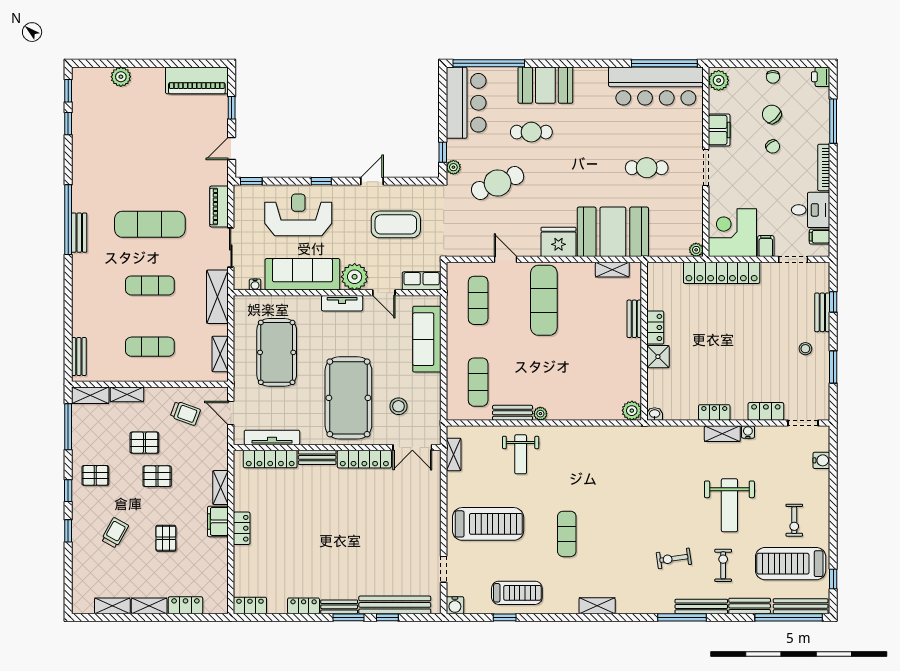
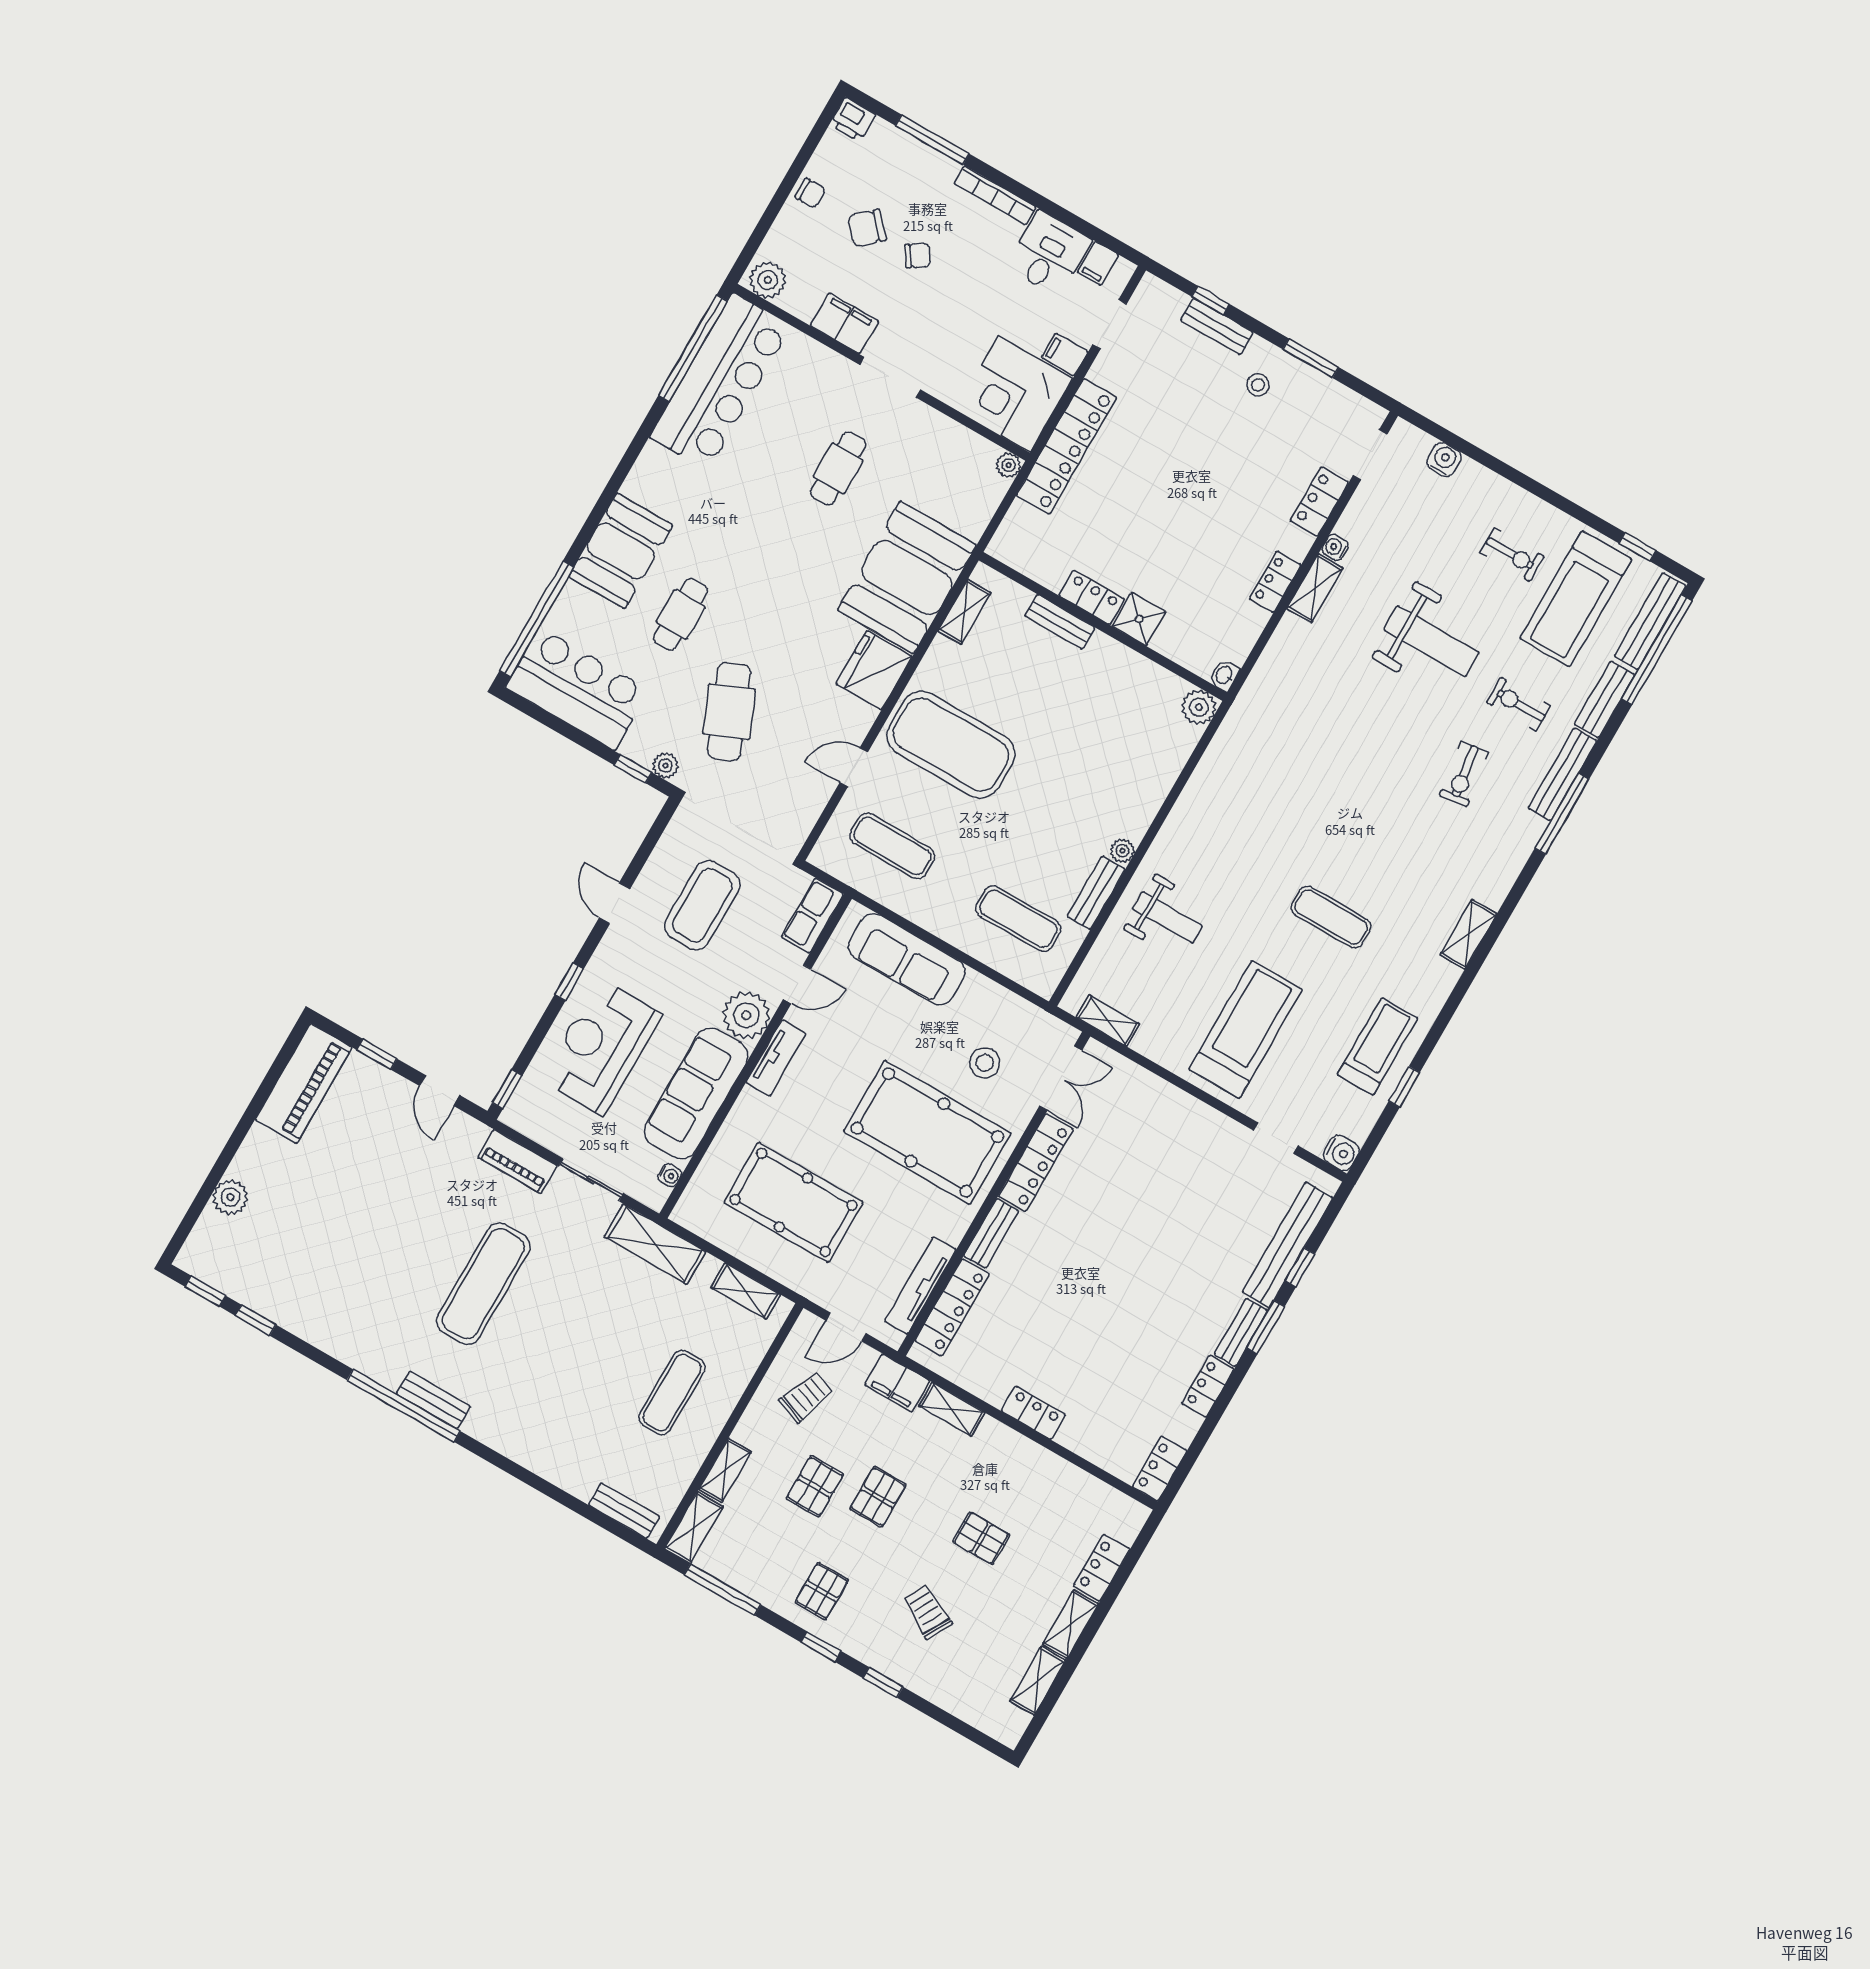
exercise mat: (150, 285) -> (578, 1338), removed
exercise mat: (544, 300) -> (951, 745), width x1.47
filing cabinet: (218, 521) -> (897, 1383), moved

